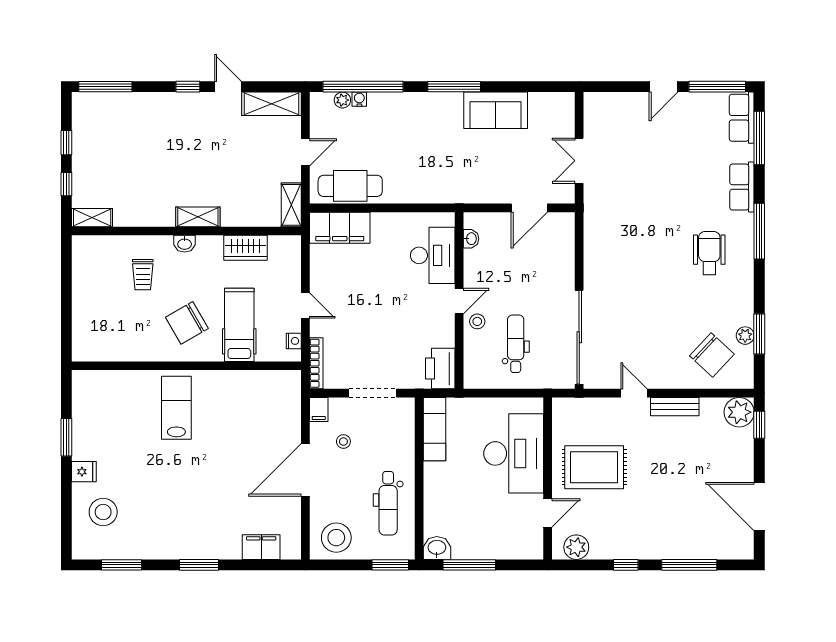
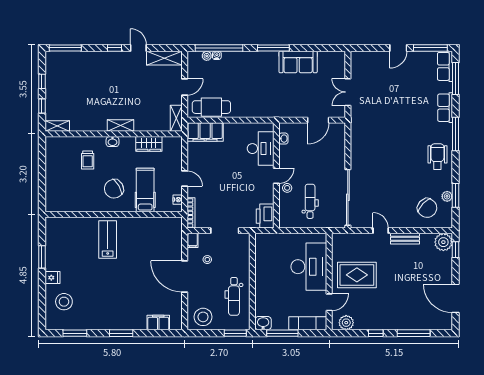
wheelchair: (709, 253) -> (437, 157), moved
exam couch: (434, 429) -> (308, 323), moved, turned -90
door: (305, 470) -> (185, 276), hinge flipped

